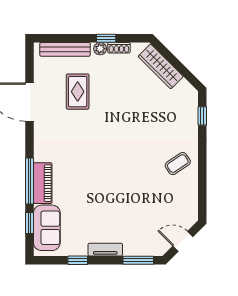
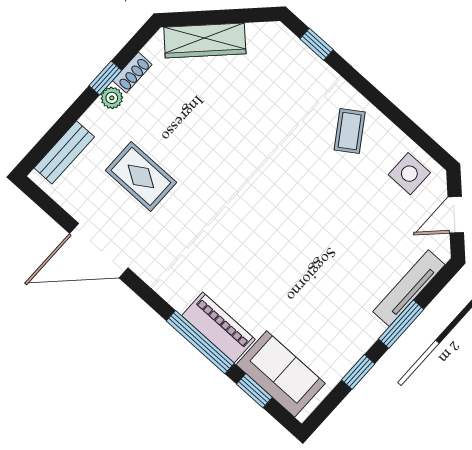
bench: (65, 49) -> (64, 152), width x0.73
side table: (183, 206) -> (409, 174), added
tv unit: (105, 250) -> (409, 288), moved, width x1.41
window: (138, 260) -> (401, 324), moved

